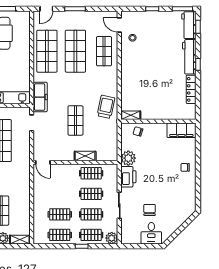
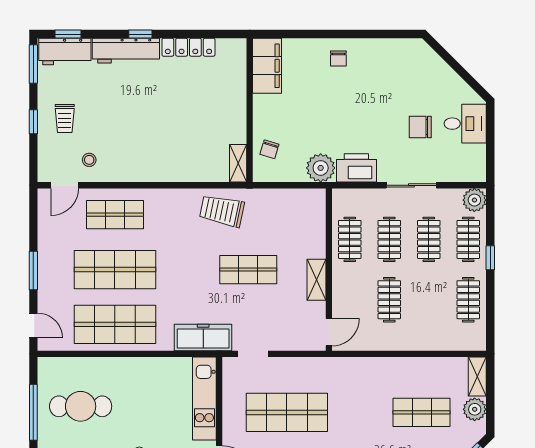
trolley: (154, 25) -> (65, 118), added
shelving: (85, 156) -> (316, 280), moved
clothes rail: (60, 214) -> (389, 300), moved

